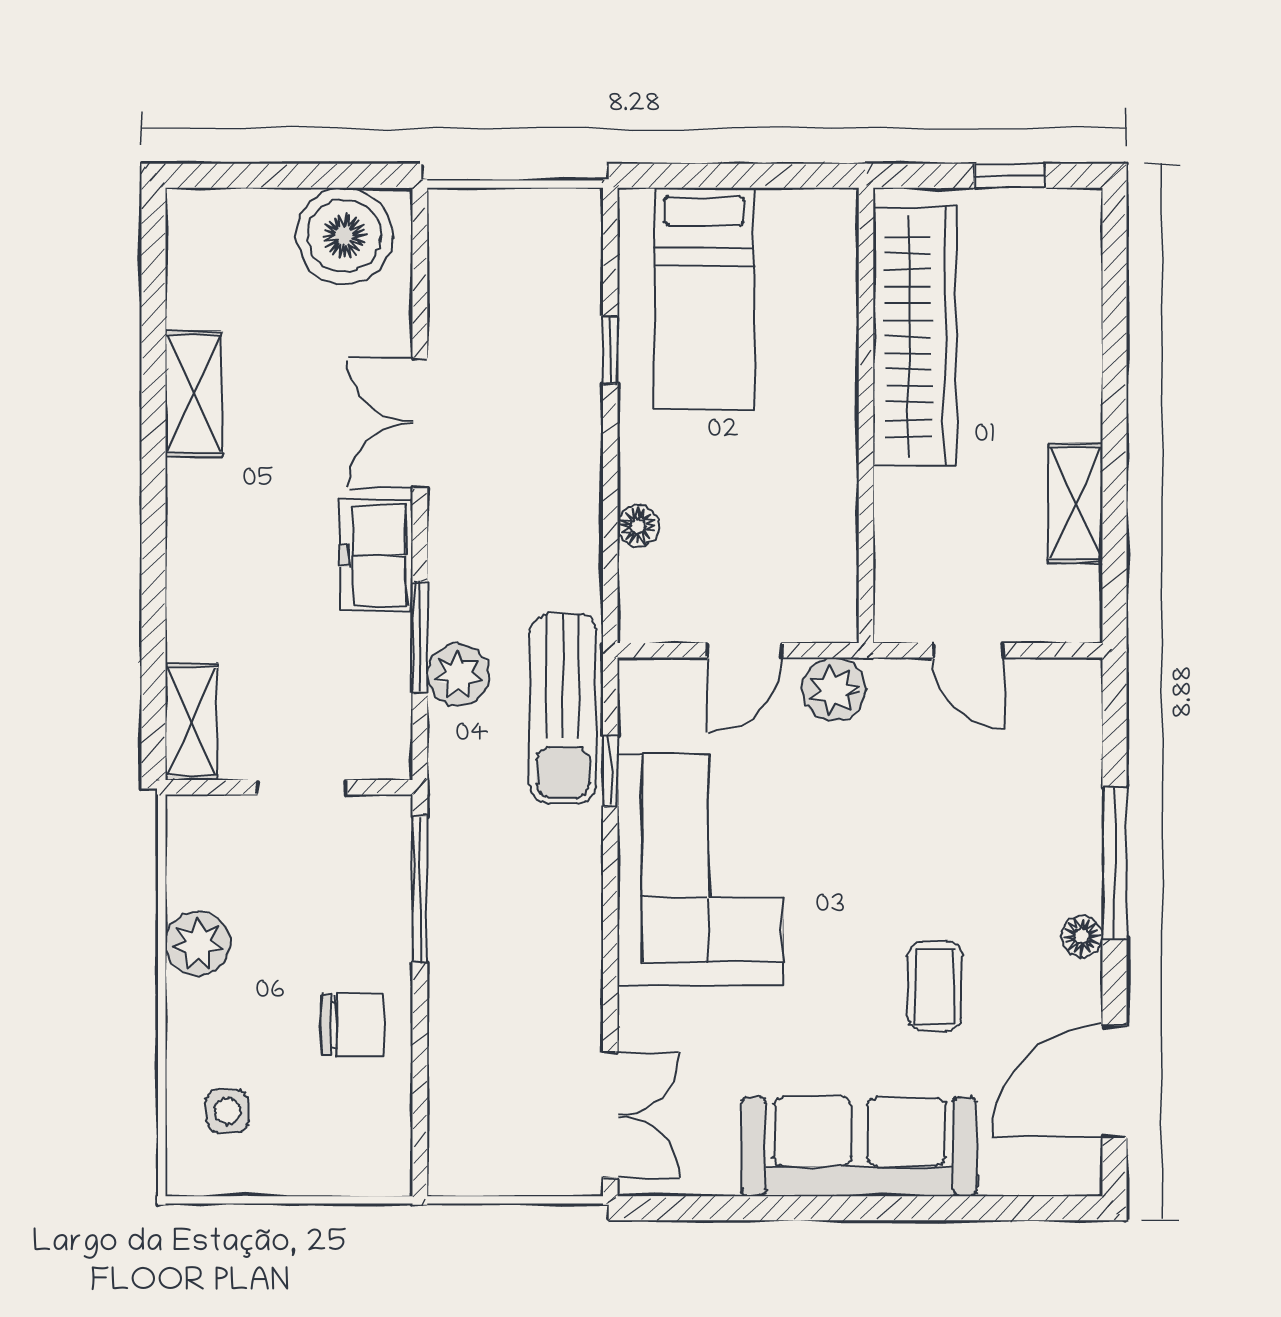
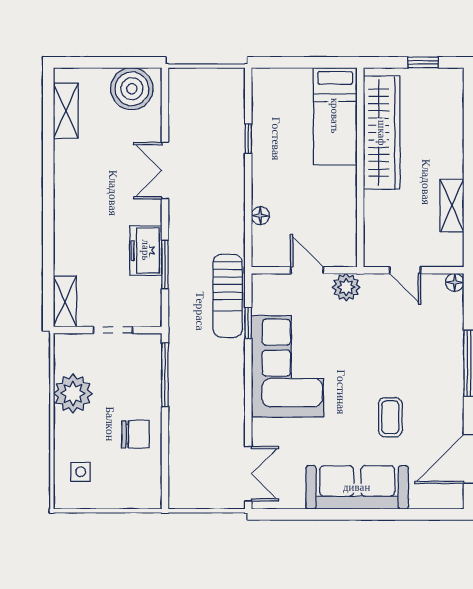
bed: (704, 299) -> (335, 116), moved
shelving: (194, 394) -> (66, 111), moved
freezer: (376, 555) -> (146, 250), moved
door: (745, 650) -> (307, 270), swing flipped
plant: (458, 675) -> (182, 281), removed
floor lamp: (1082, 936) -> (455, 282), moved
plant: (198, 944) -> (73, 393), width x1.36, depth x1.36

